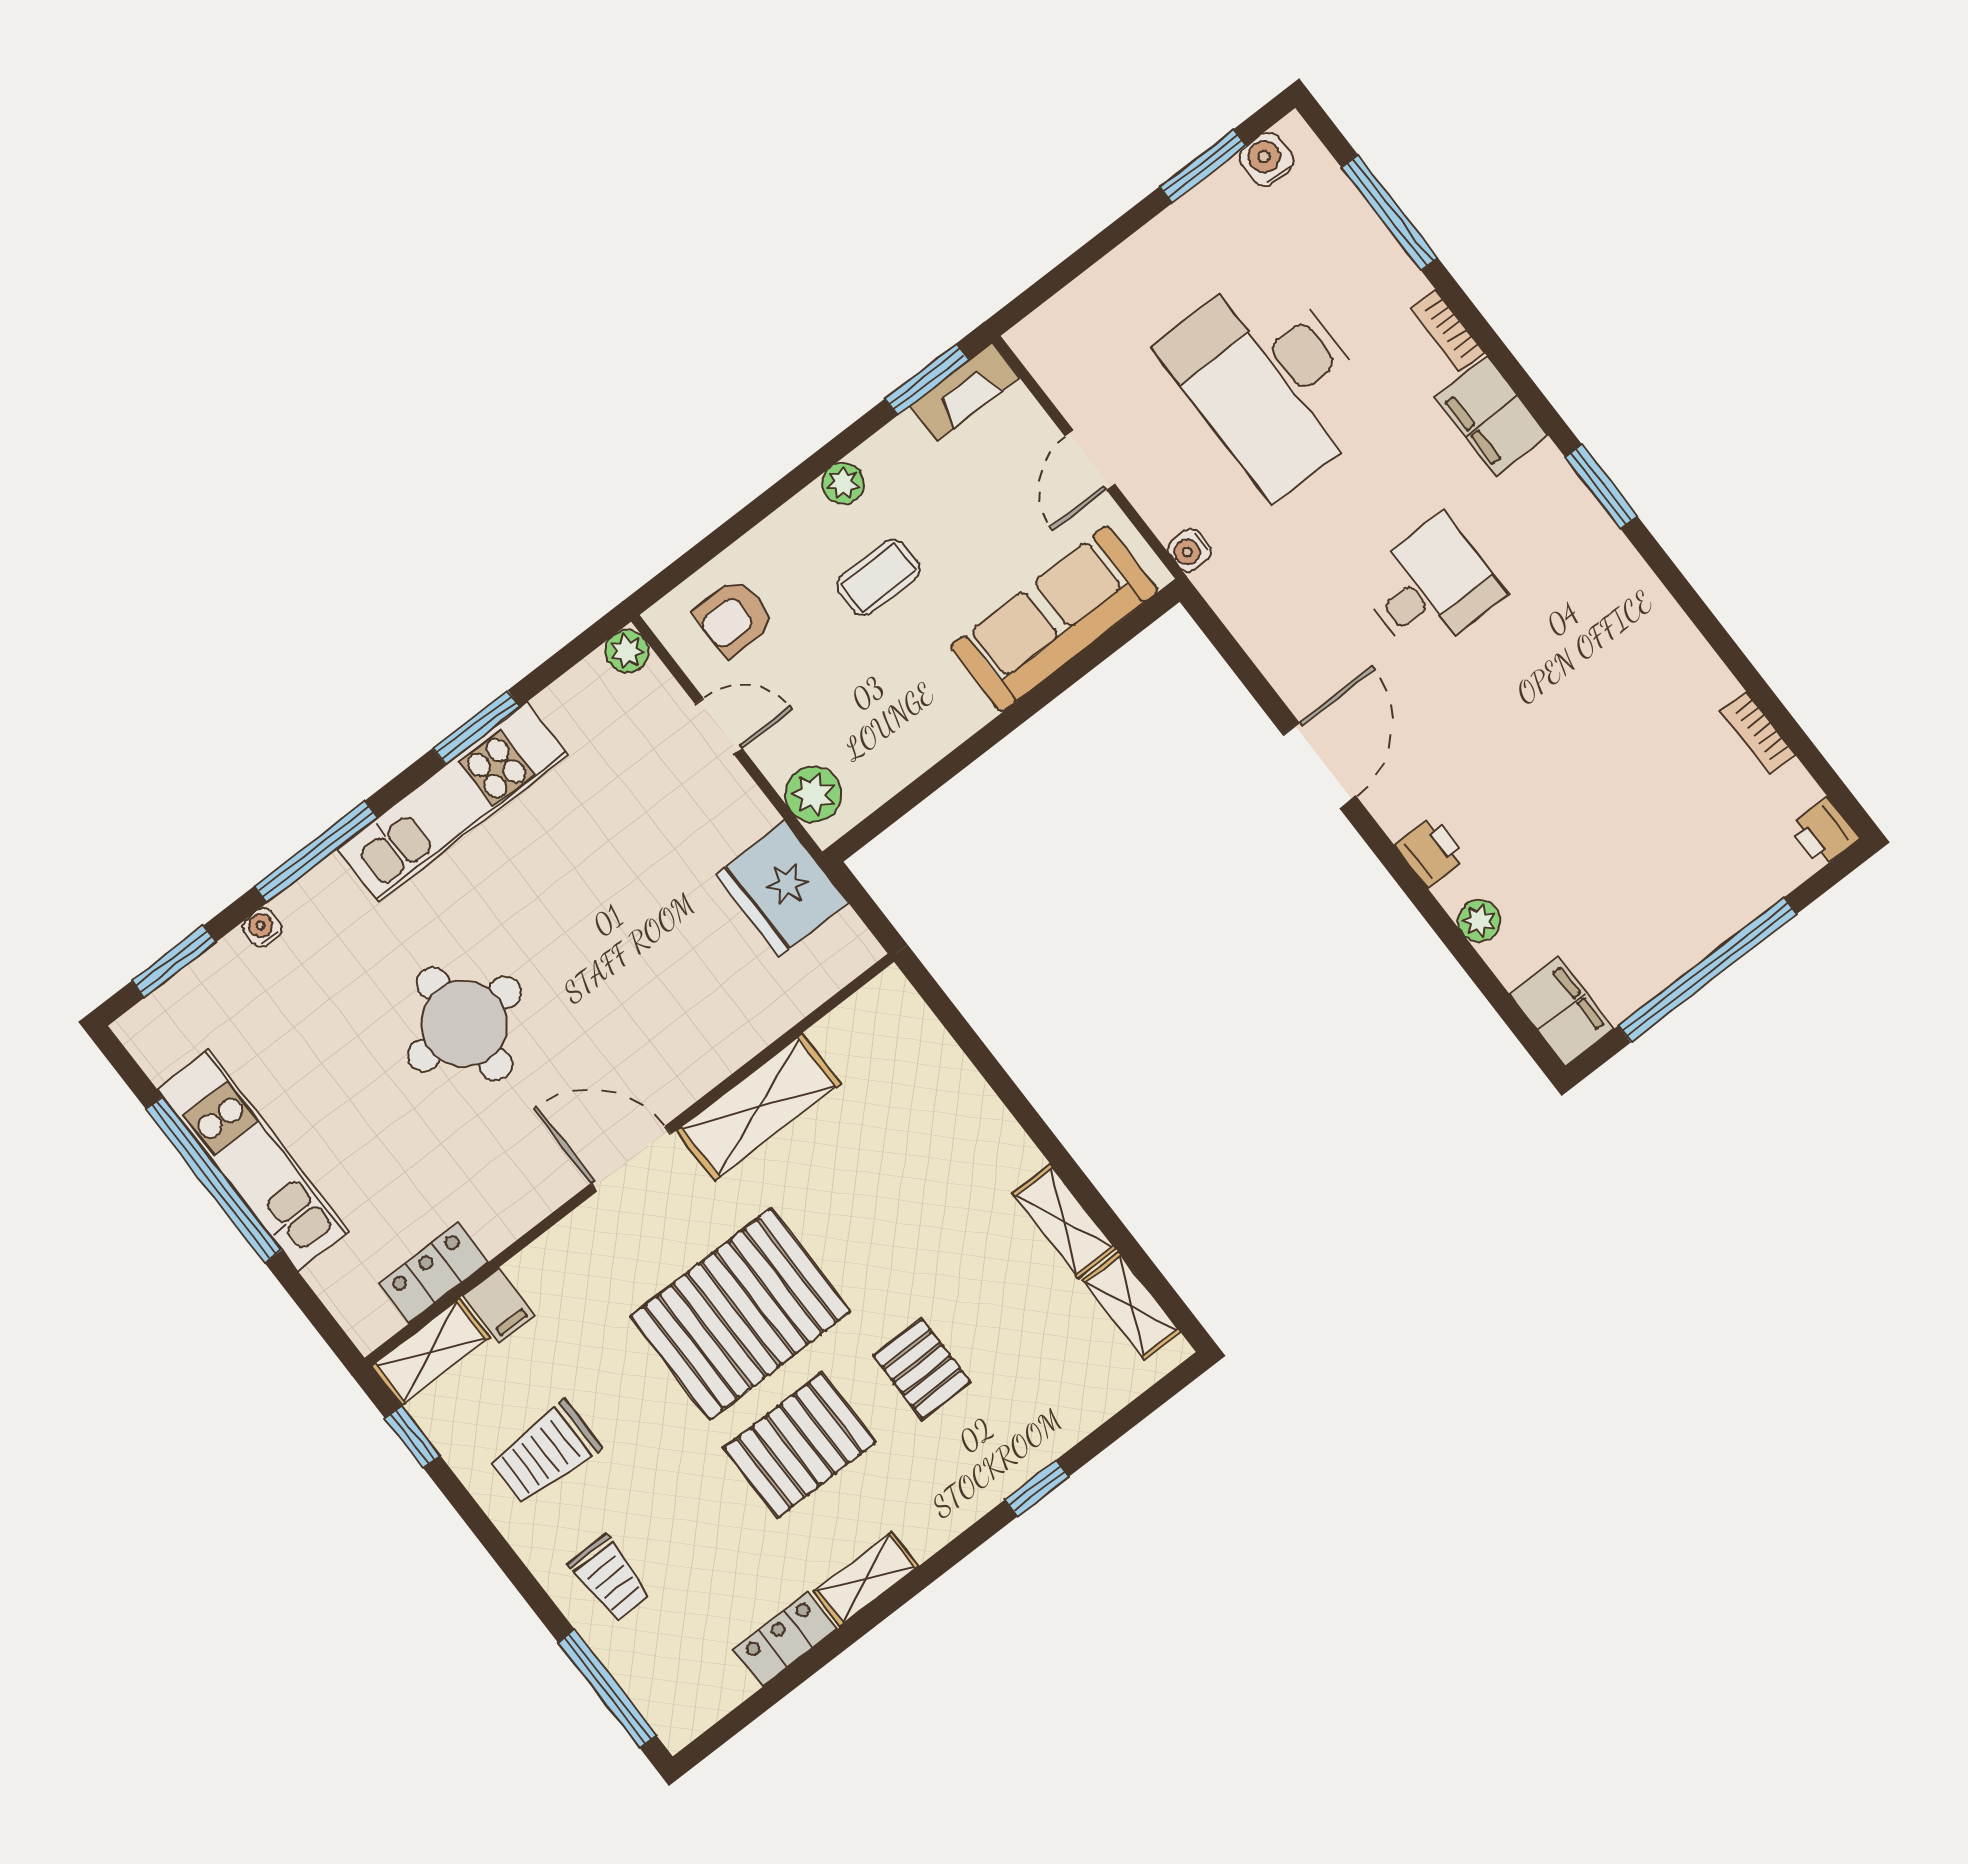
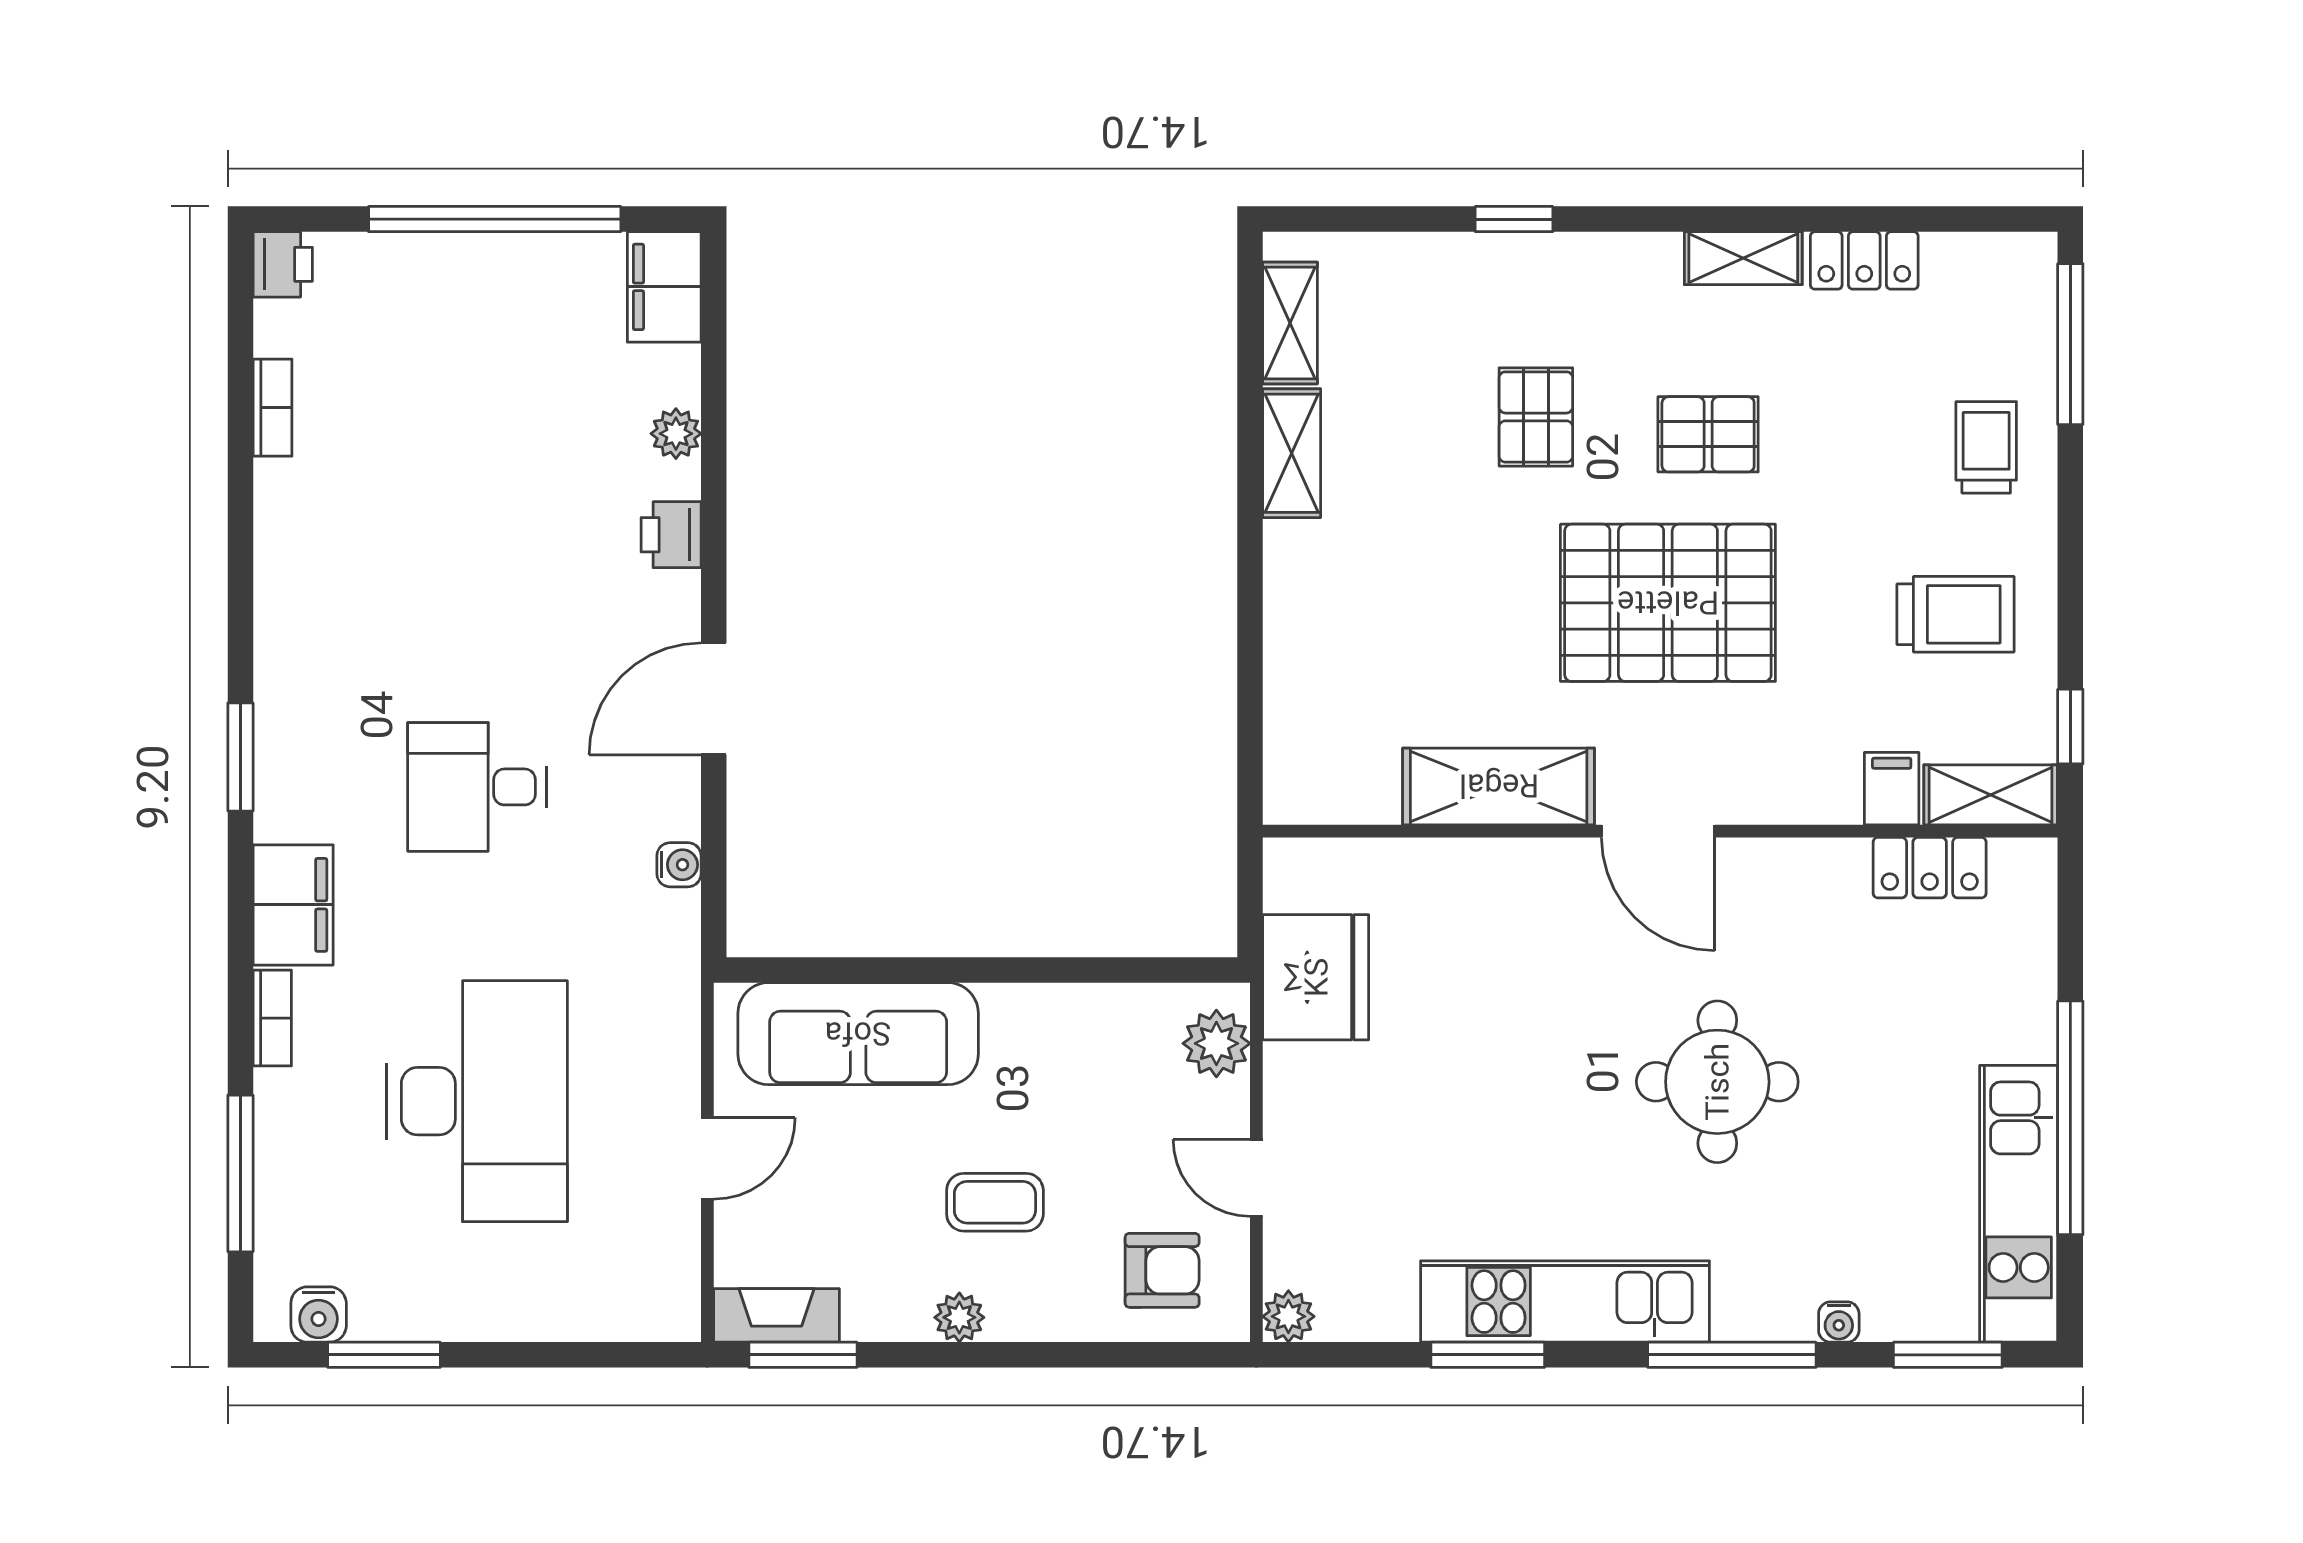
water cooler: (1190, 550) -> (679, 865), moved
kitchen unit: (253, 1160) -> (2019, 1204), moved
pallet: (800, 1445) -> (1708, 434), width x0.67, depth x0.71

